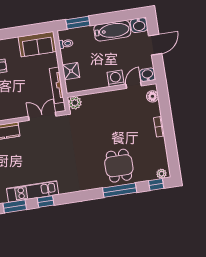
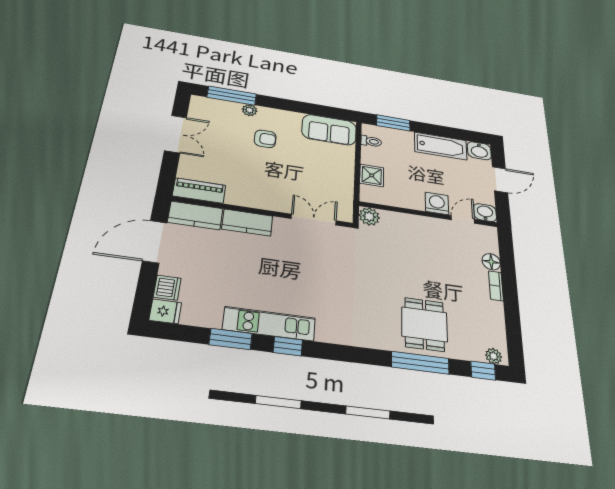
tv unit: (57, 85) -> (346, 187), removed
floor lamp: (152, 96) -> (491, 262), moved

